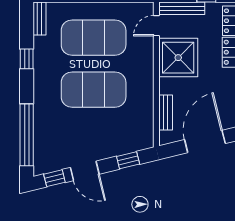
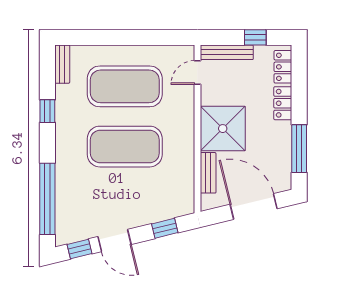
shower: (178, 58) -> (223, 129), moved
door: (205, 142) -> (254, 207), hinge flipped

